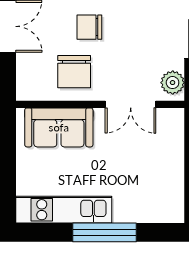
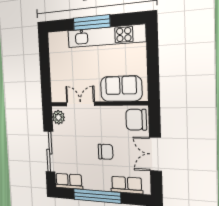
chair: (74, 72) -> (136, 120), moved, turned -90
kitchen unit: (64, 210) -> (106, 36), width x1.36

